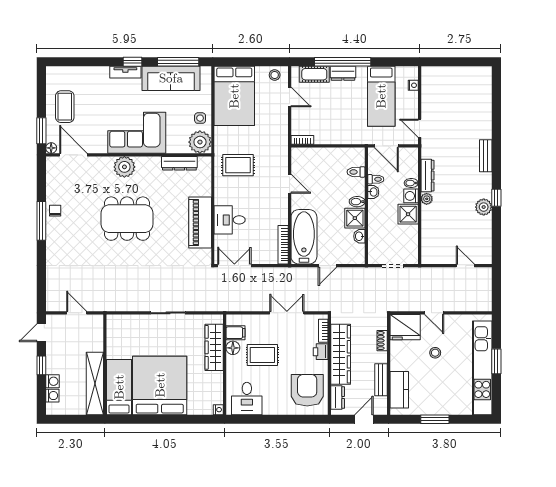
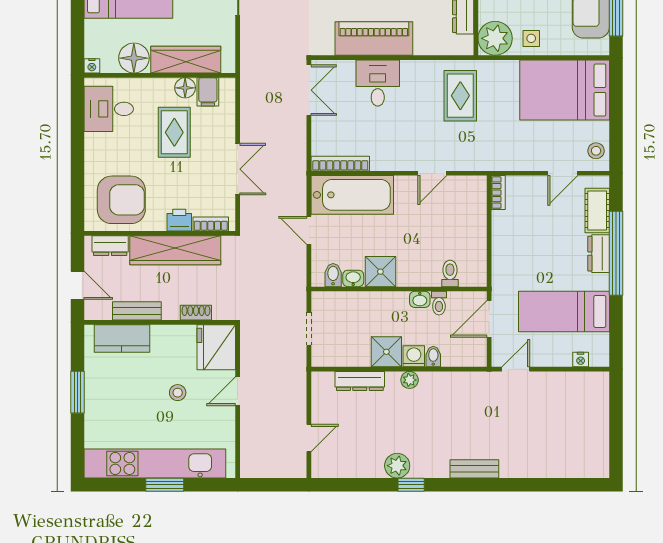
dresser: (427, 176) -> (360, 381), moved
bidet: (357, 202) -> (333, 275), moved
floor lamp: (213, 382) -> (134, 58), added

